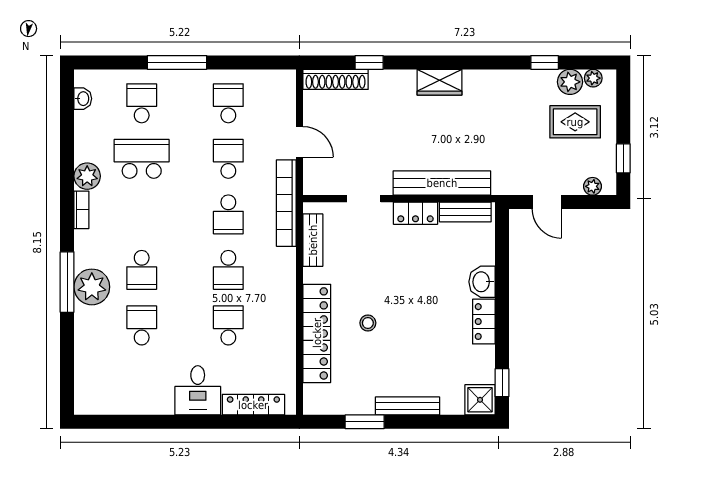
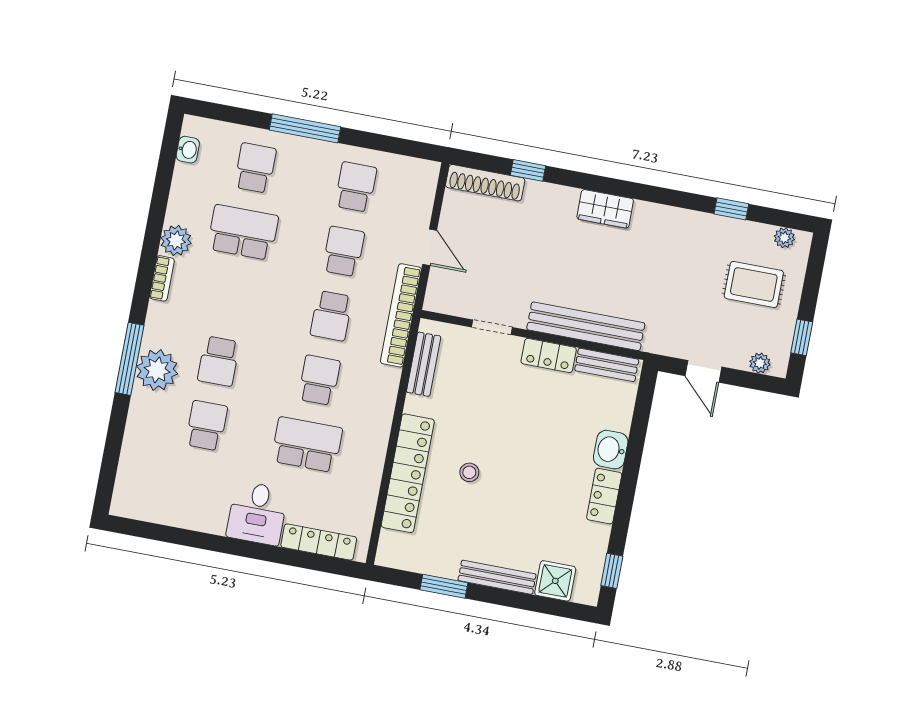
plant: (570, 82) -> (757, 237), removed
school desk: (228, 270) -> (319, 380), turned 180
school desk: (228, 325) -> (307, 445), width x1.85
shower: (480, 400) -> (555, 581), moved

